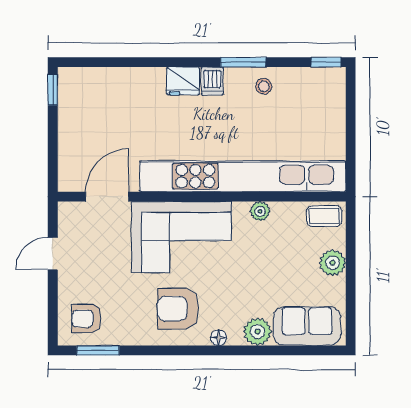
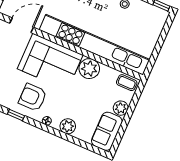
plant: (260, 211) -> (89, 69), width x1.87, depth x1.87
sofa: (307, 326) -> (107, 131), moved, turned -90
window: (163, 350) -> (16, 115), added

